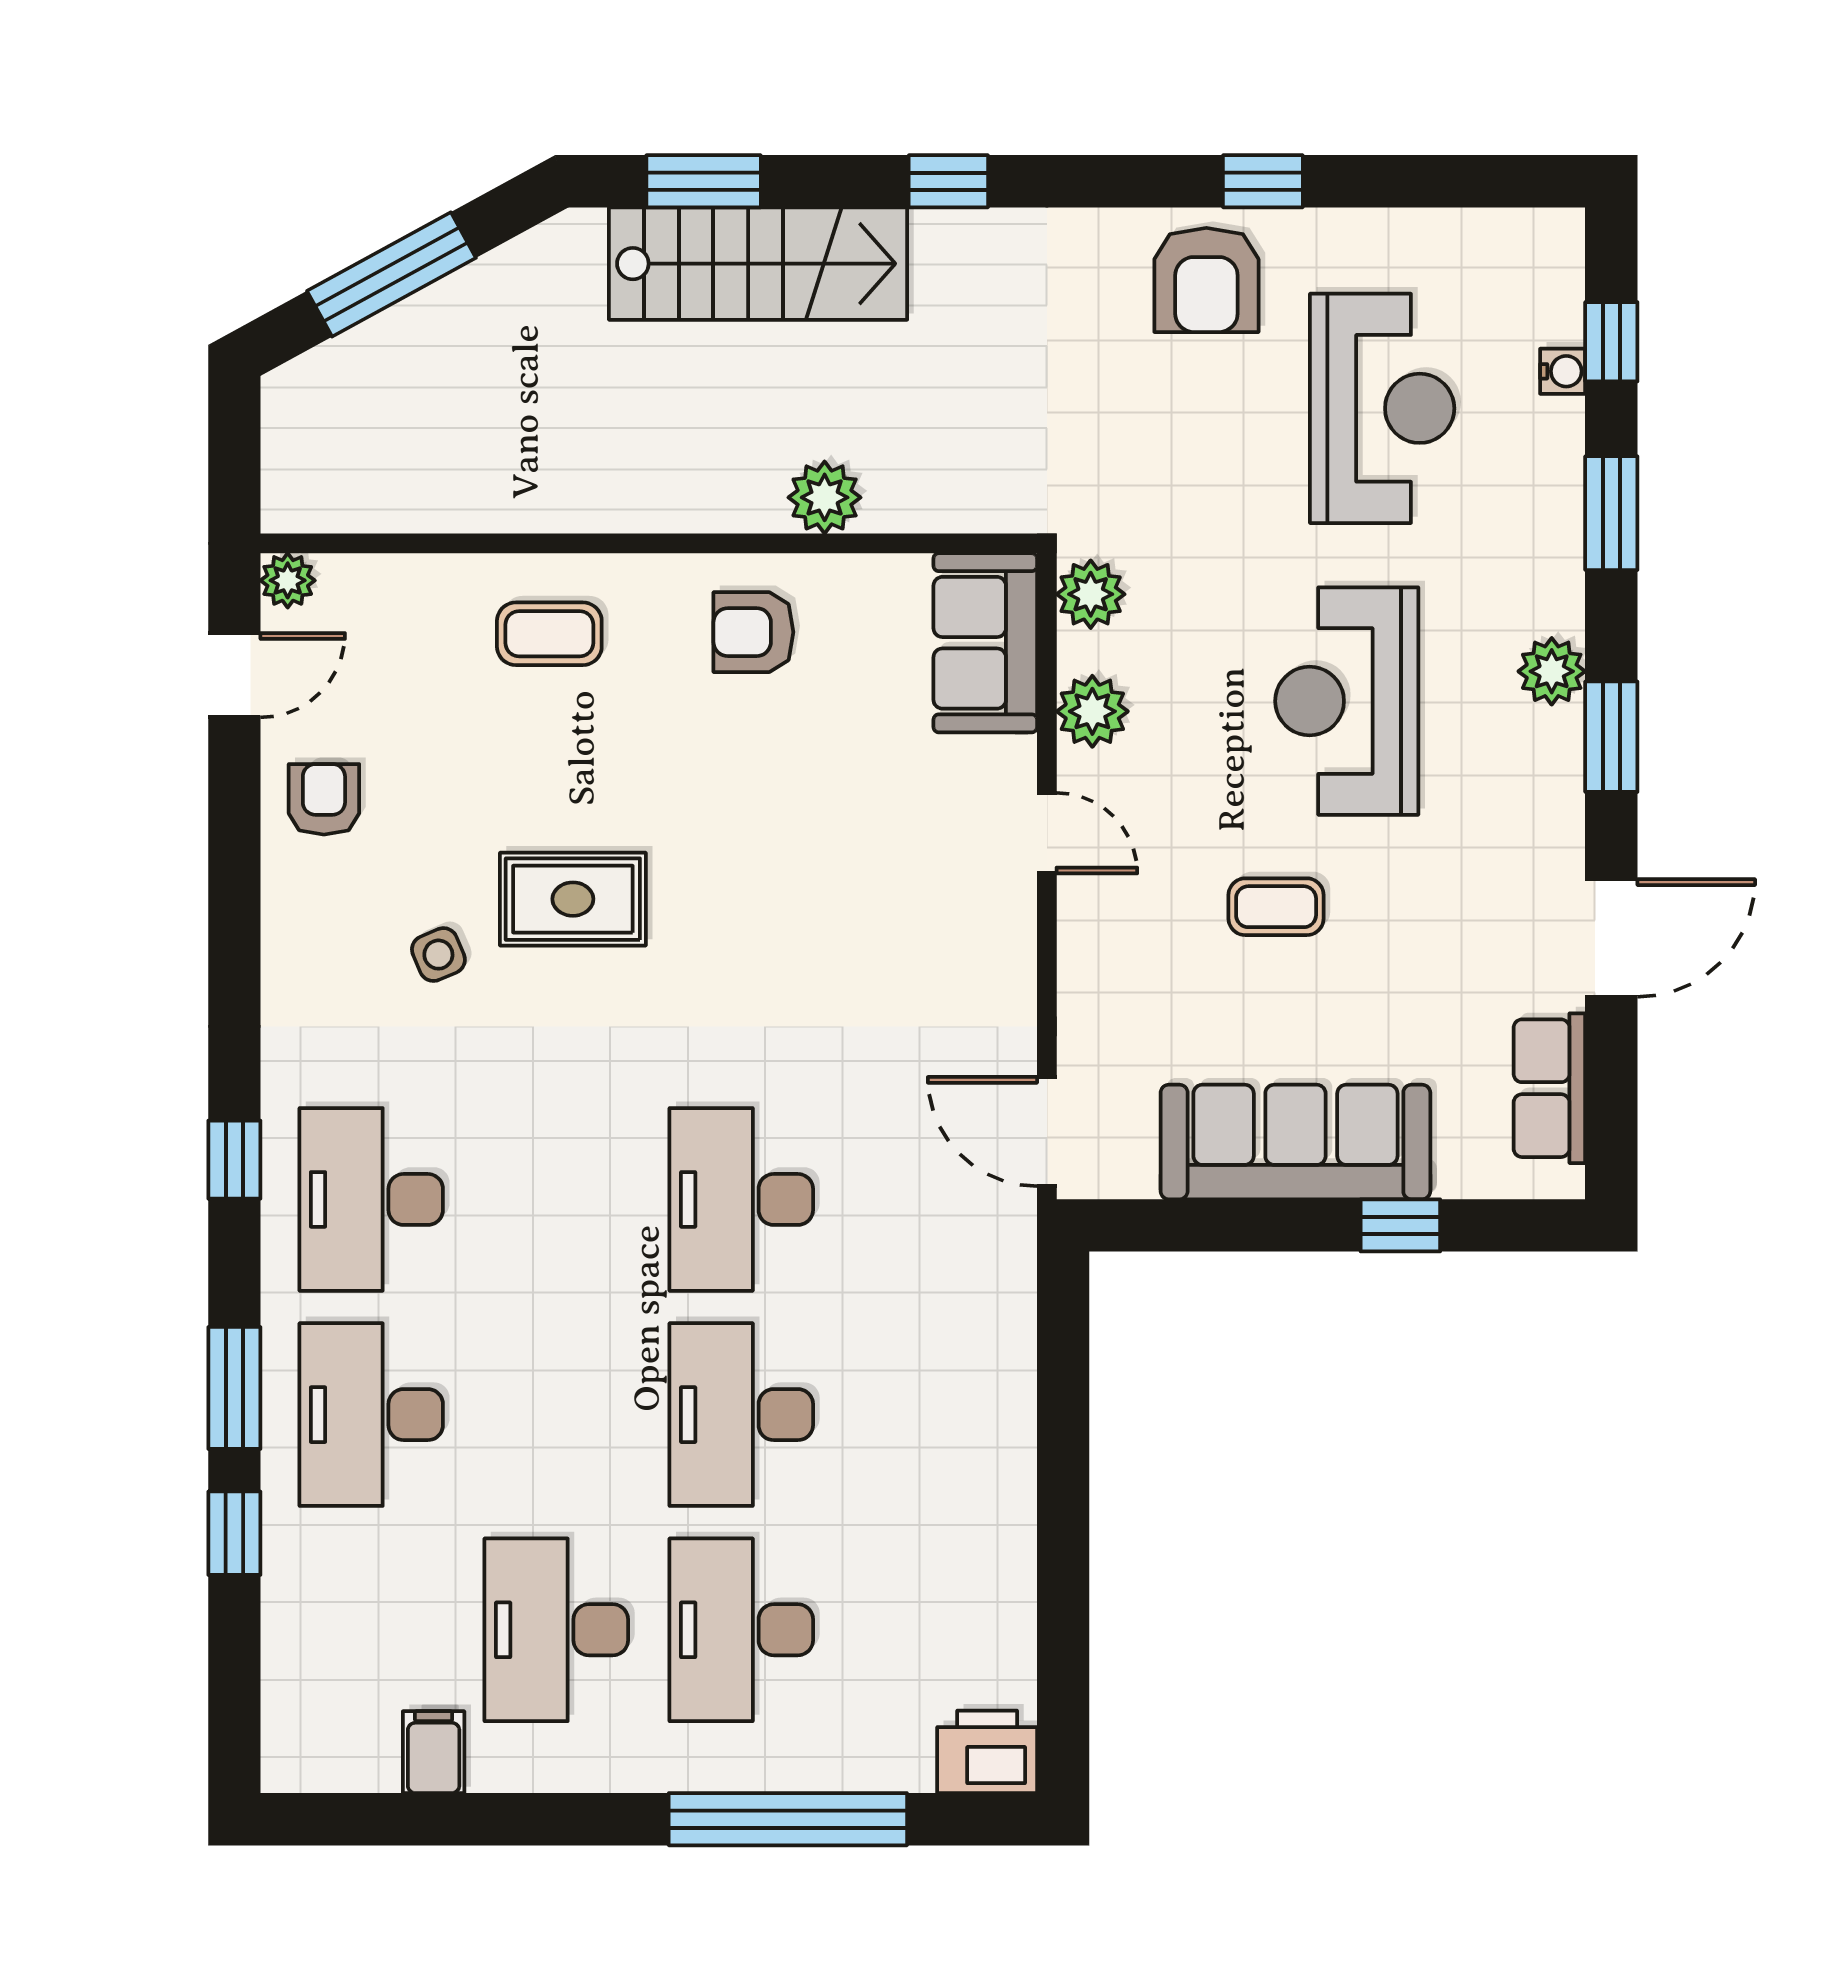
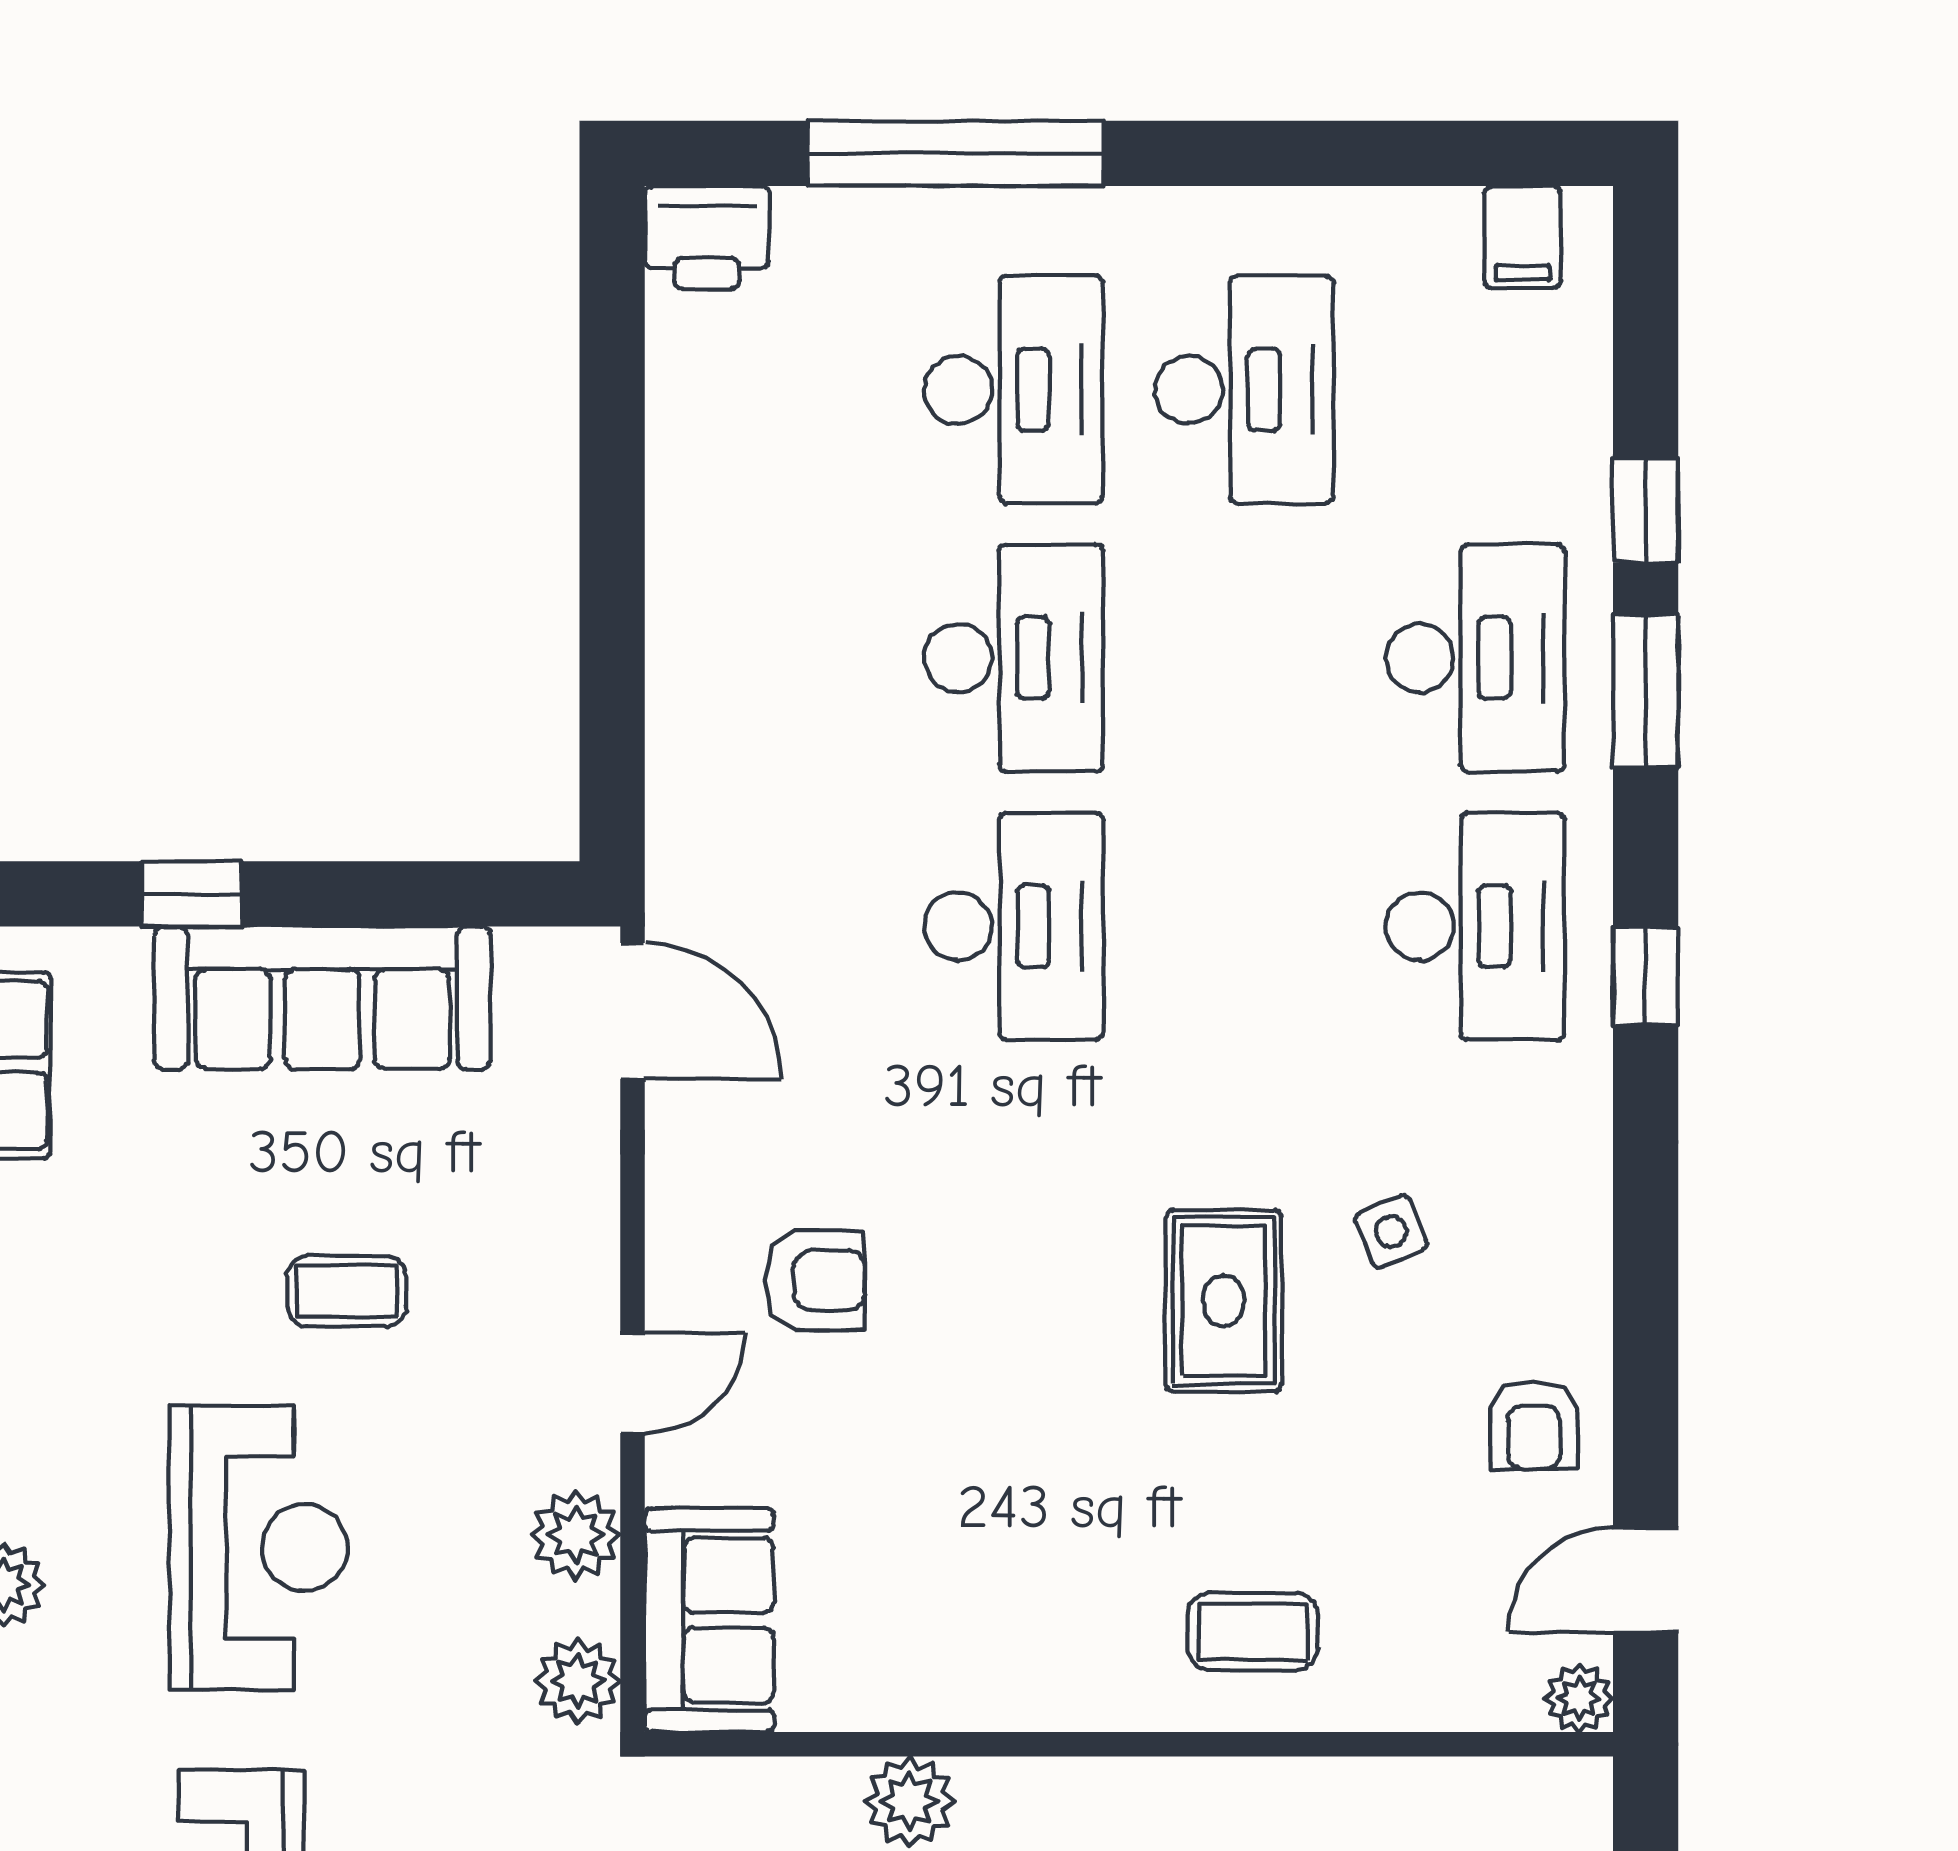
armchair: (753, 632) -> (815, 1280), moved
door: (1047, 833) -> (633, 1383), swing flipped
rug: (573, 899) -> (1224, 1301), turned 90
filing cabinet: (434, 1752) -> (1522, 237), moved

